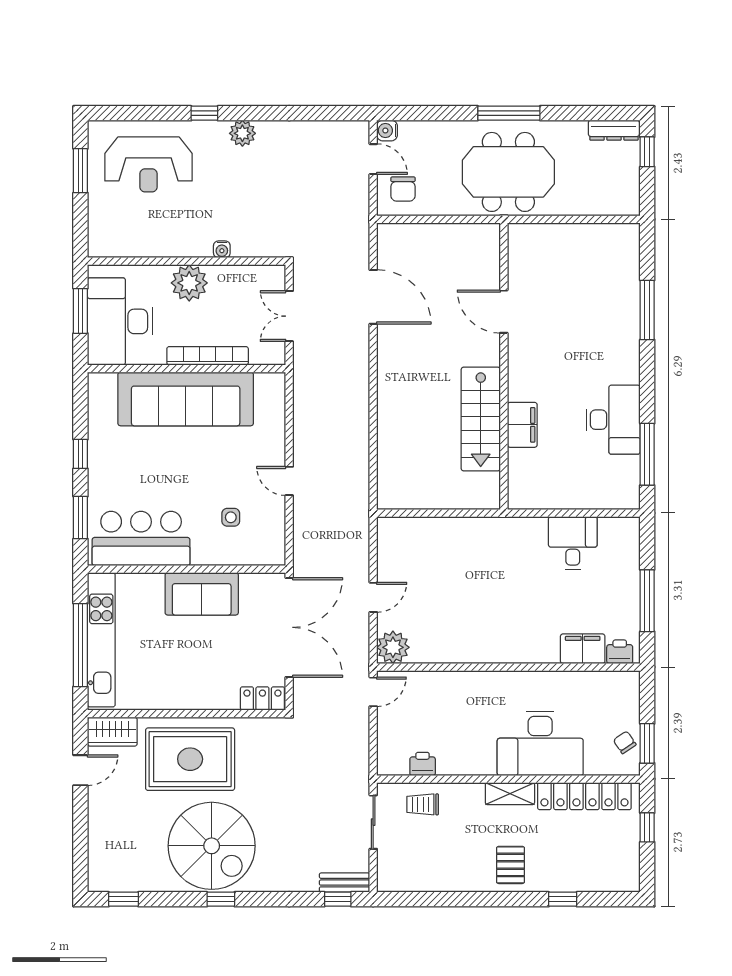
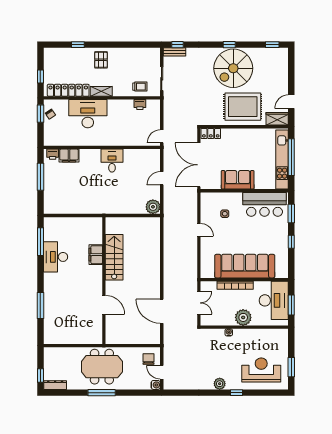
desk: (573, 543) -> (112, 161), moved, turned 180
plant: (393, 647) -> (153, 207), moved
spiral stairs: (212, 846) -> (233, 68), turned -90

